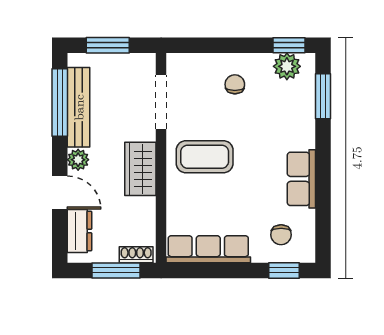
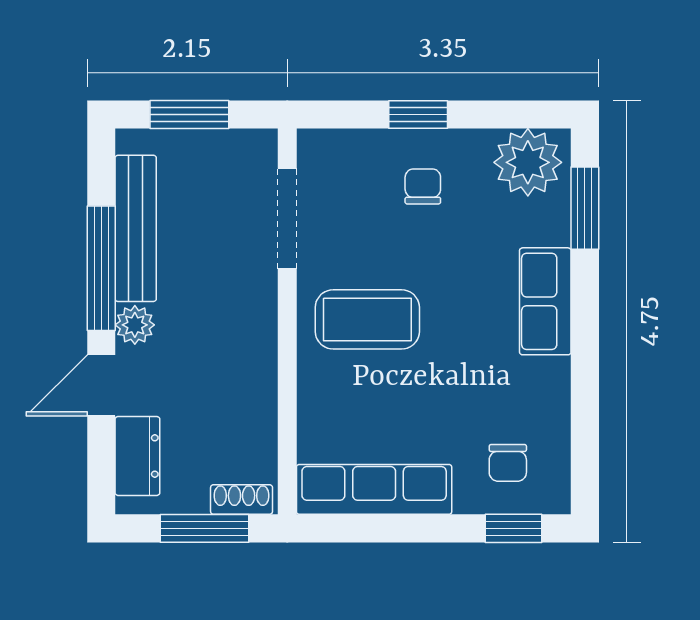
window: (289, 45) -> (418, 115), moved
plant: (287, 66) -> (528, 162), width x1.36, depth x1.36
window: (60, 102) -> (101, 268), moved
wardrobe: (140, 169) -> (249, 342), removed
row of seats: (301, 179) -> (545, 301), moved
door: (60, 193) -> (101, 385), swing flipped

